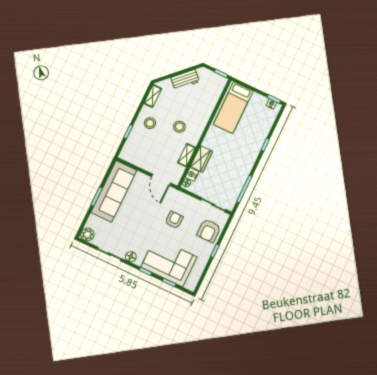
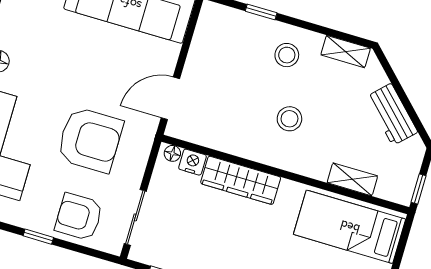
shelving: (187, 155) -> (352, 179), moved
wardrobe: (201, 159) -> (241, 180), width x1.50
armchair: (174, 220) -> (90, 140), width x1.88, depth x1.88

